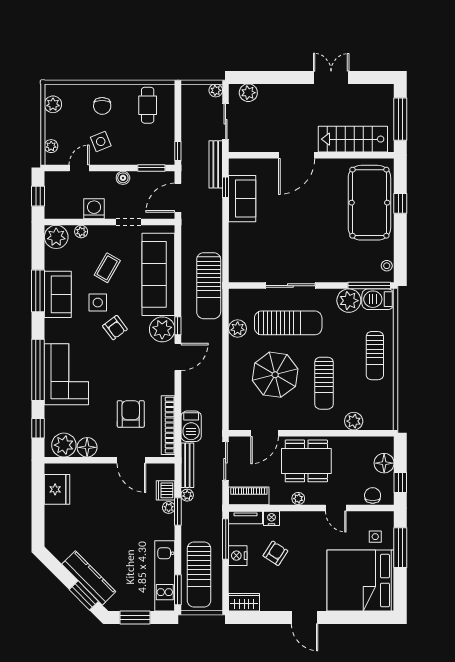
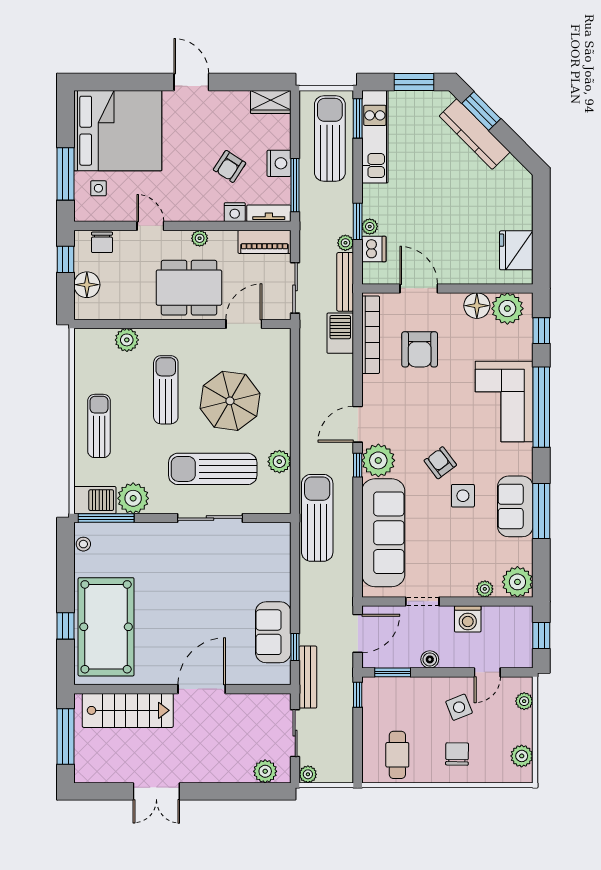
coffee table: (107, 268) -> (450, 541), removed

